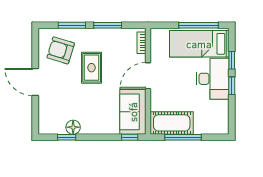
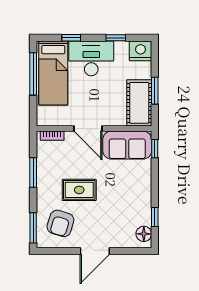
window: (72, 25) -> (33, 228), moved
window: (232, 86) -> (116, 38), moved
nightstand: (220, 124) -> (140, 51), added
floor lamp: (73, 127) -> (144, 234), moved
window: (183, 137) -> (155, 91), width x0.69

